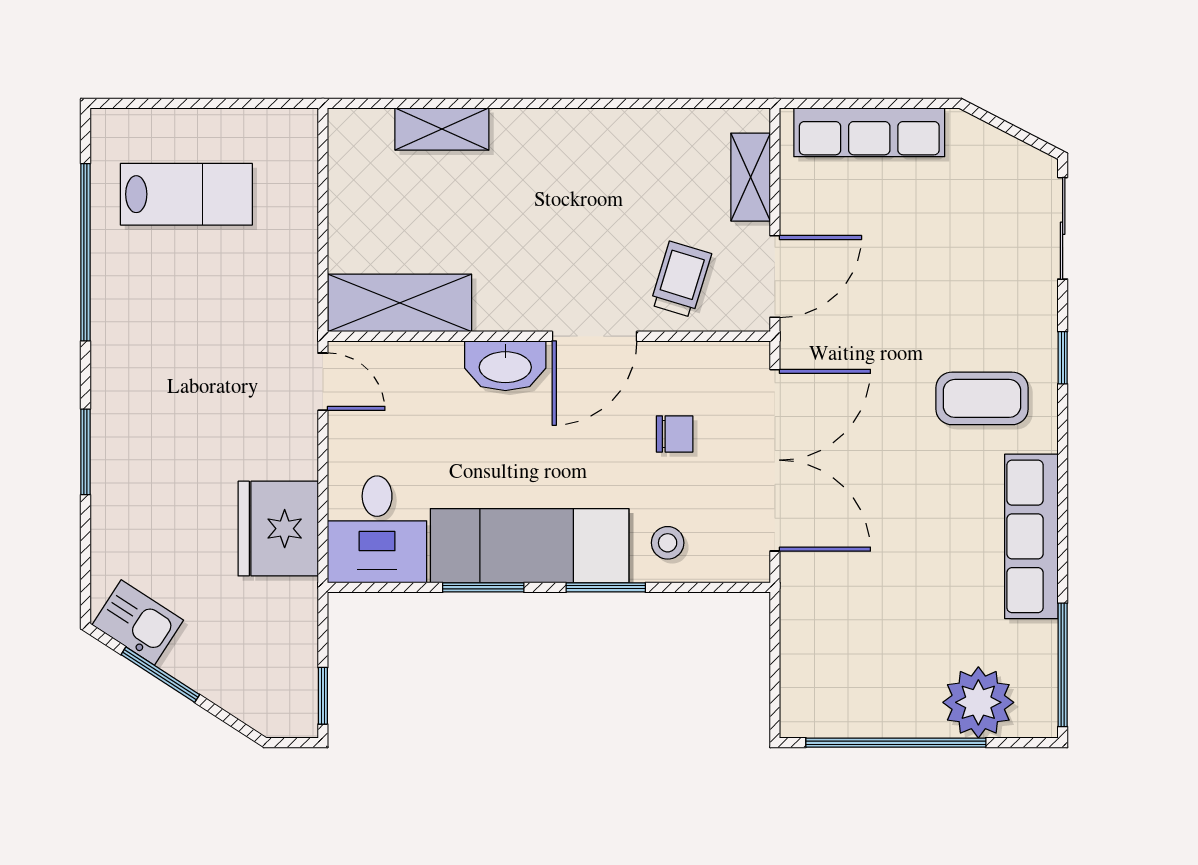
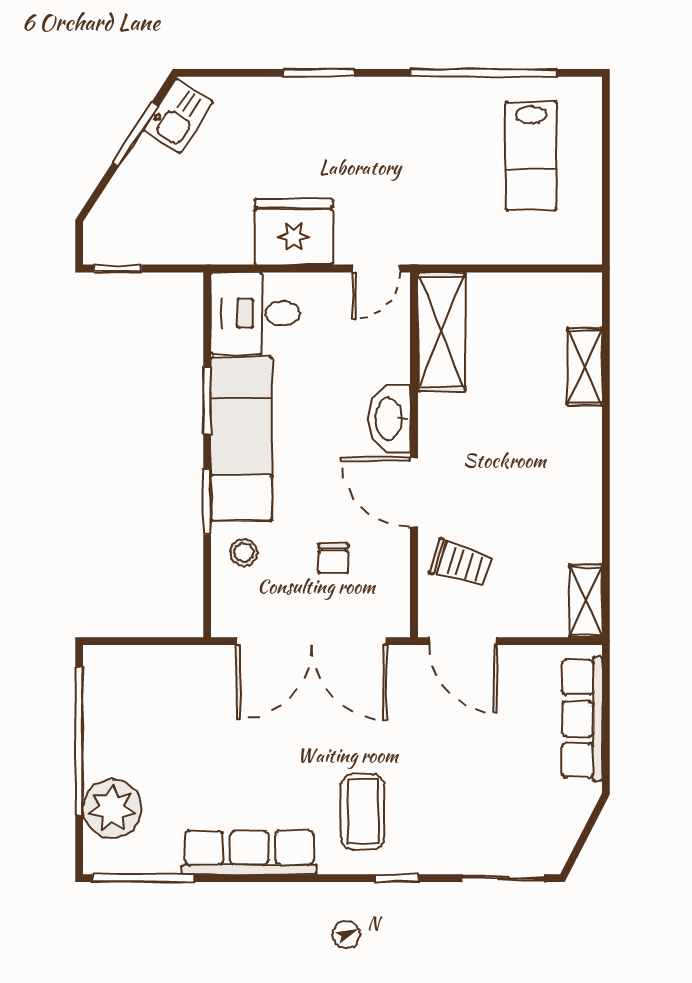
shelving: (751, 177) -> (586, 601), moved, turned 90
fridge: (278, 529) -> (294, 232), moved

